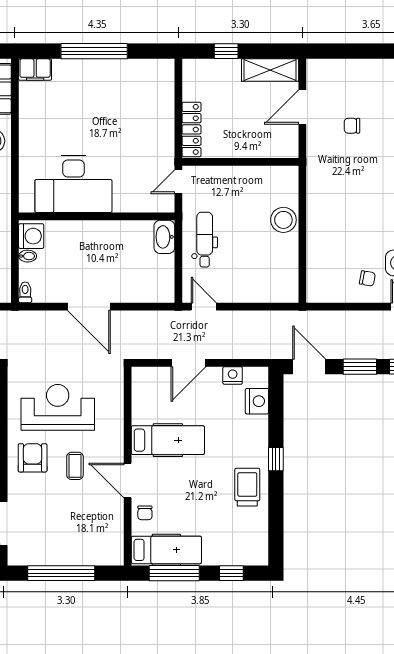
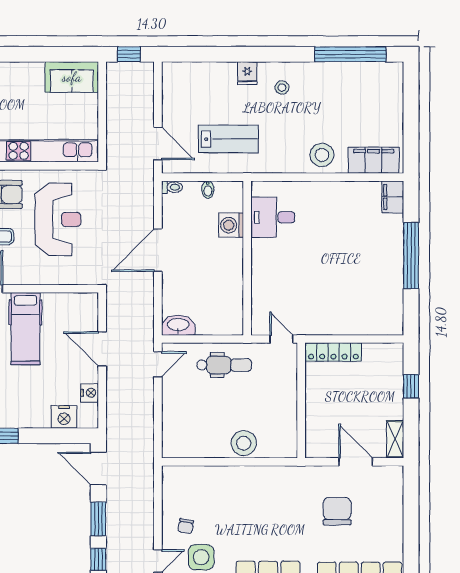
shelving: (270, 70) -> (395, 439), width x0.67, depth x0.75
chair: (352, 126) -> (337, 511), width x1.87, depth x1.87
desk: (73, 184) -> (273, 217), width x0.53, depth x0.77
washing machine: (31, 236) -> (231, 225), moved, turned 90
washbasin: (164, 237) -> (178, 325), moved
door: (309, 367) -> (98, 469), swing flipped

